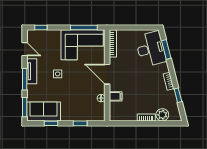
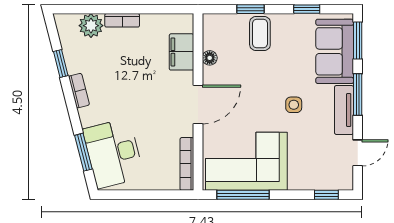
door: (25, 49) -> (358, 153), swing flipped
door: (107, 74) -> (198, 105), hinge flipped
filing cabinet: (116, 96) -> (181, 52), width x2.00
sofa: (44, 111) -> (335, 51), moved, turned 90
coffee table: (75, 111) -> (260, 34), added

